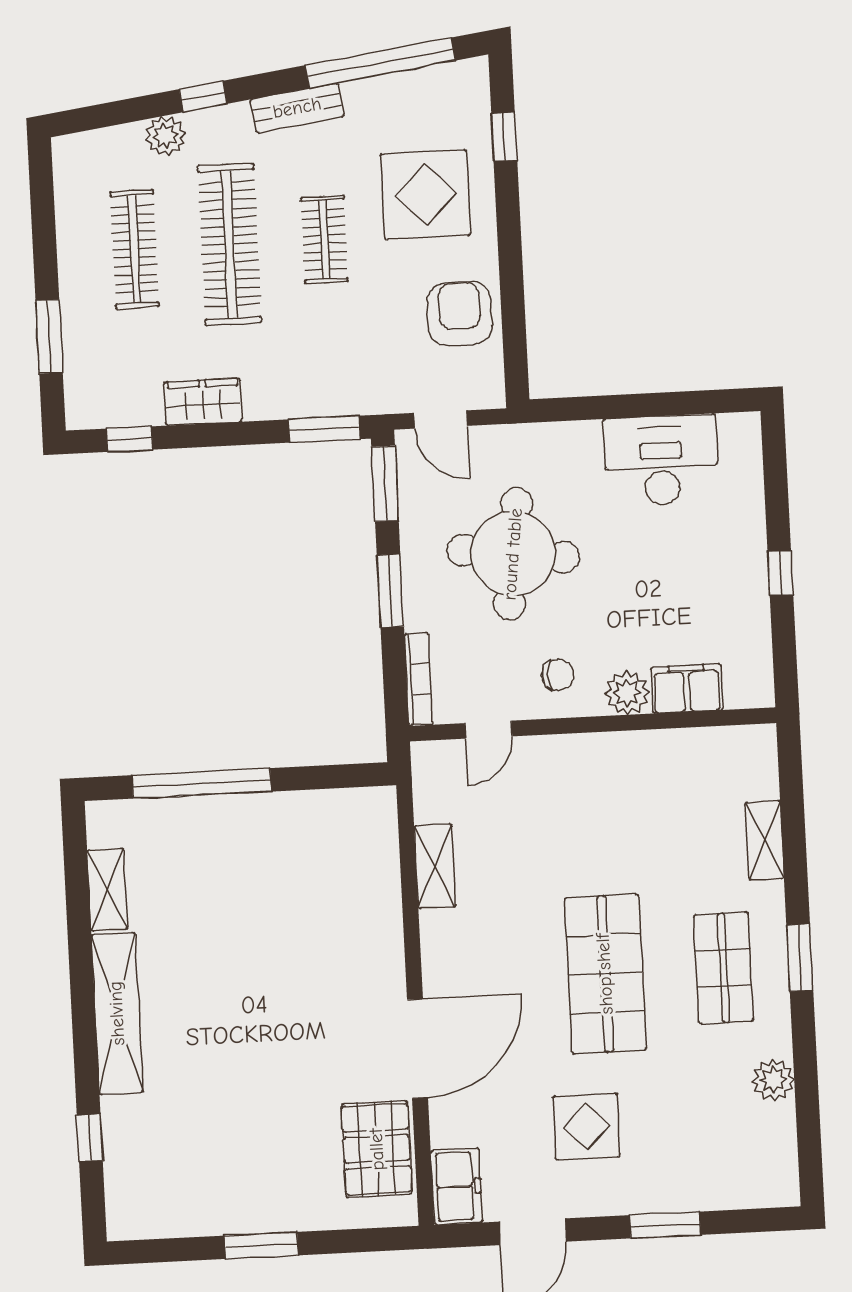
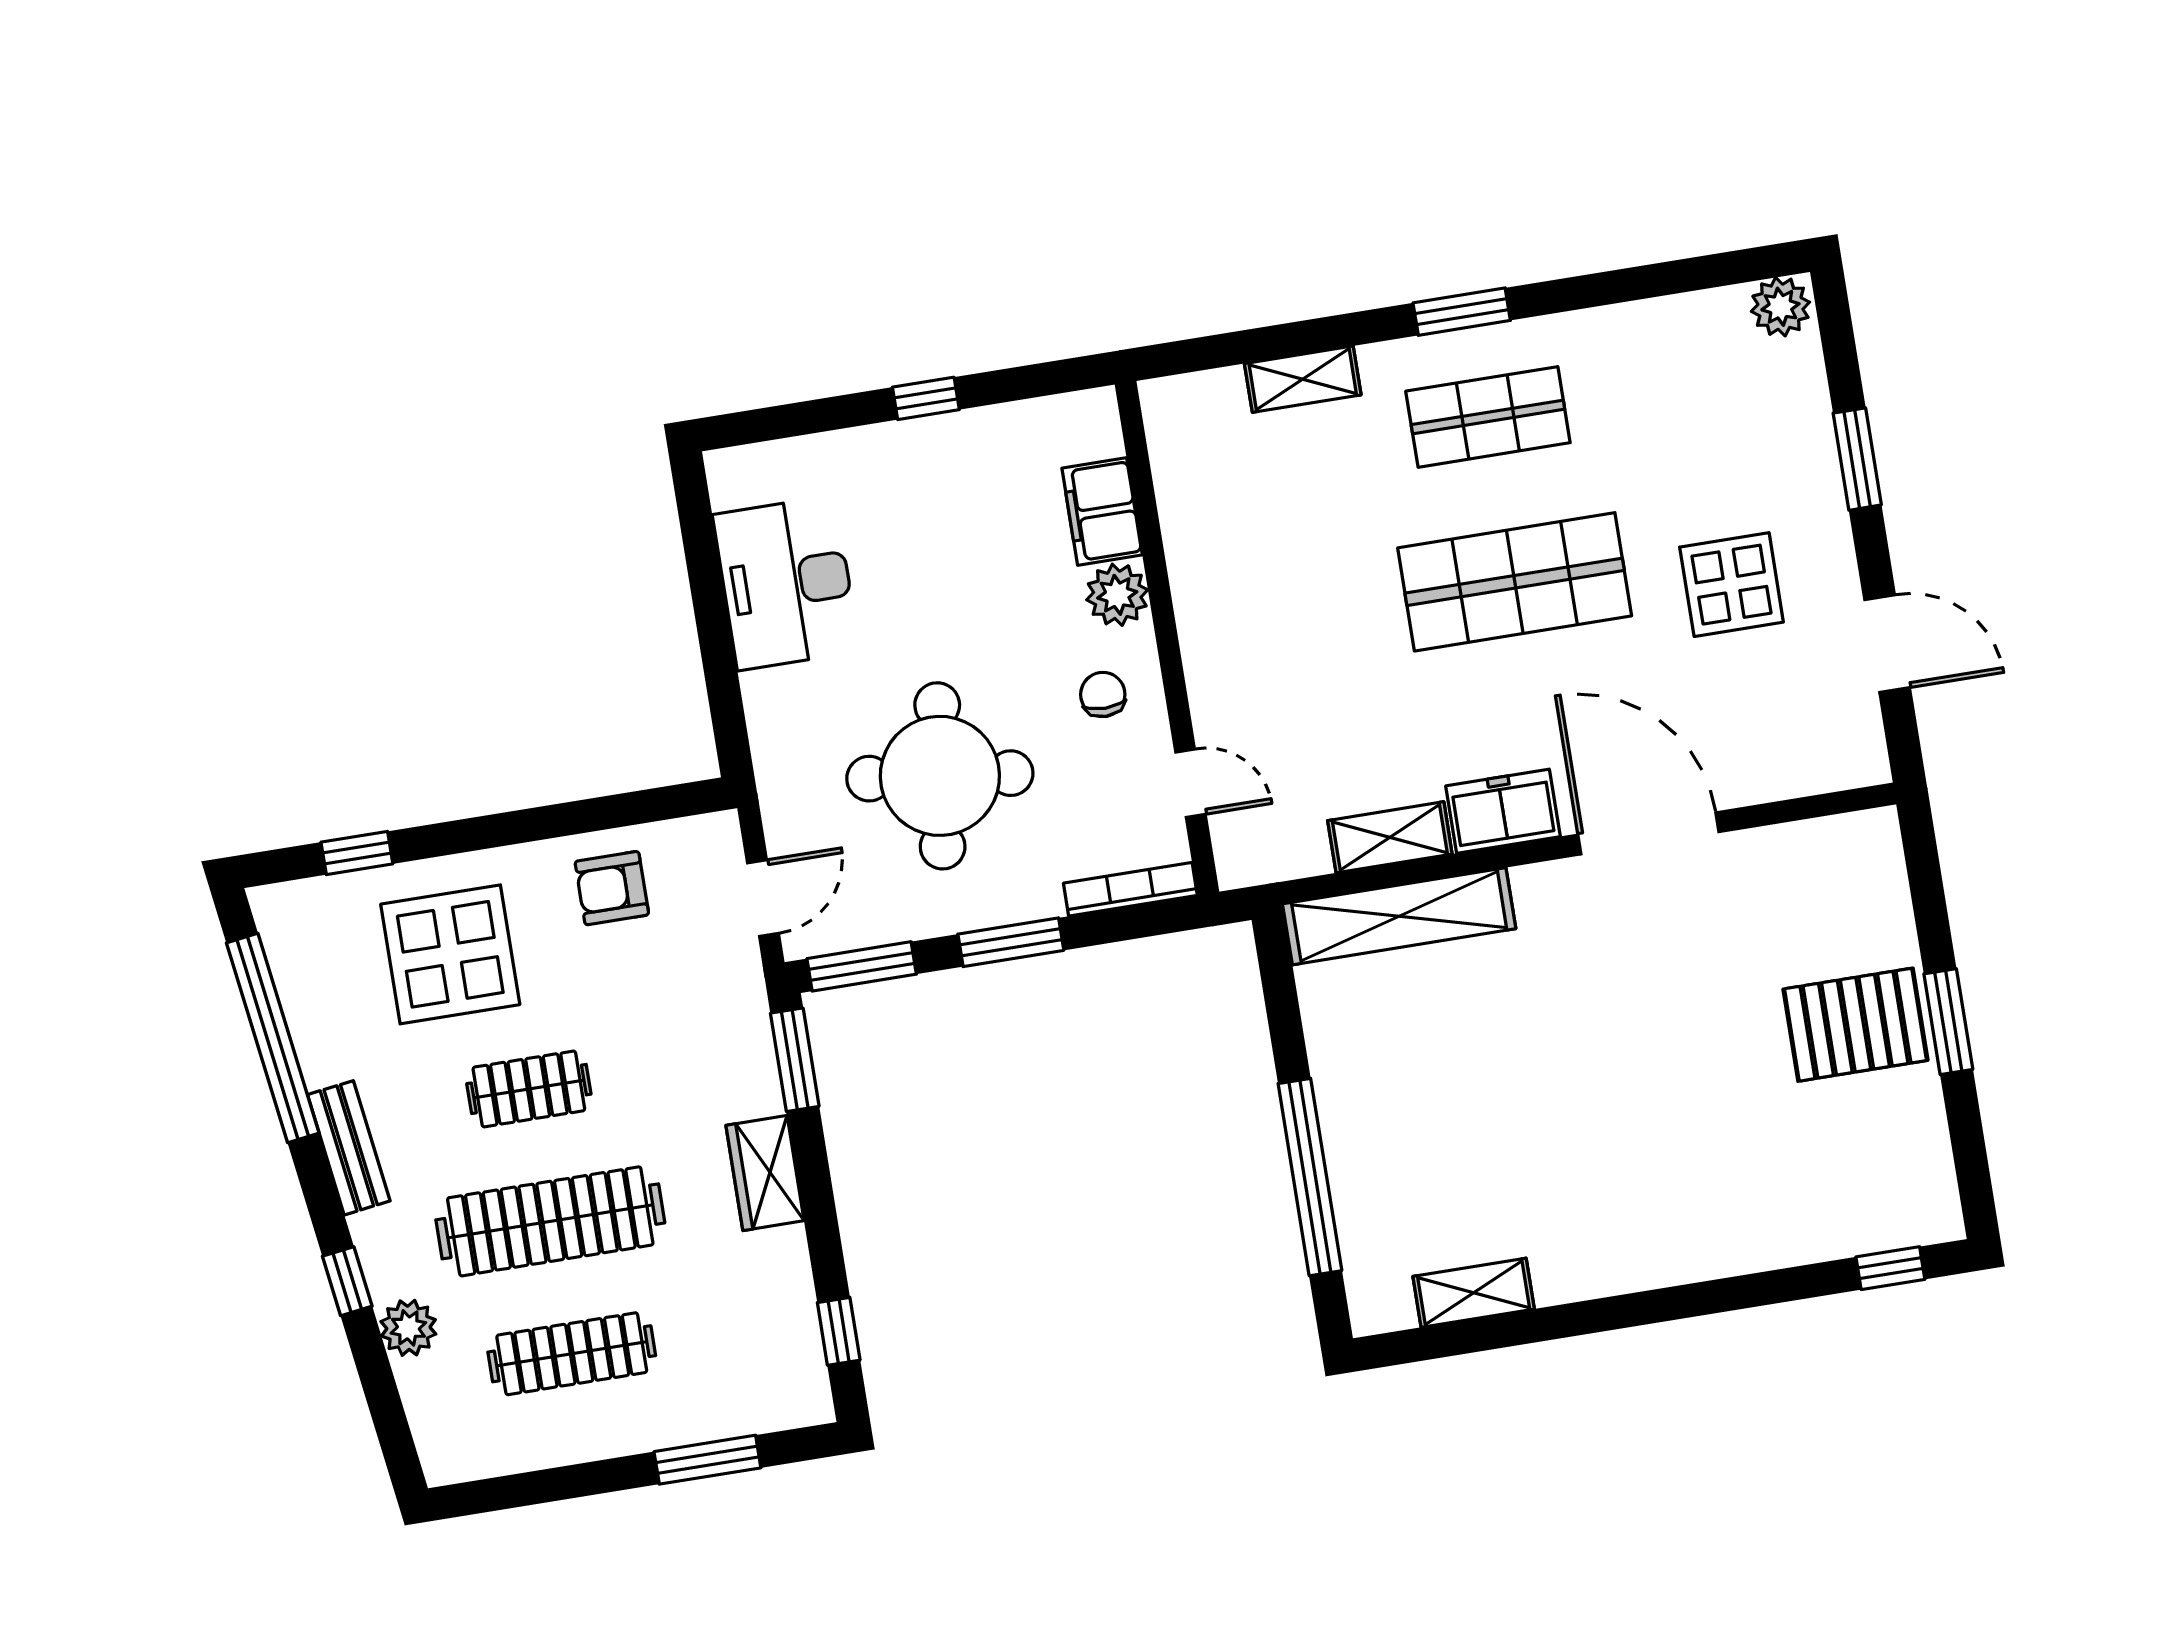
armchair: (460, 314) -> (612, 888), width x0.72, depth x0.72
wardrobe: (203, 402) -> (765, 1173), moved
shelving: (117, 1013) -> (1399, 916), moved
plant: (773, 1080) -> (1780, 307), moved
window: (90, 1138) -> (1890, 1268), moved
pallet: (377, 1149) -> (1855, 1025), moved
freezer: (457, 1187) -> (1503, 811), moved

